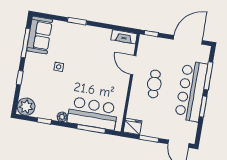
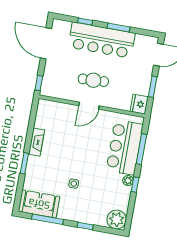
fireplace: (124, 37) -> (37, 142), moved
door: (133, 65) -> (89, 106), moved
window: (208, 76) -> (85, 21), width x0.46
window: (44, 121) -> (135, 185), moved

